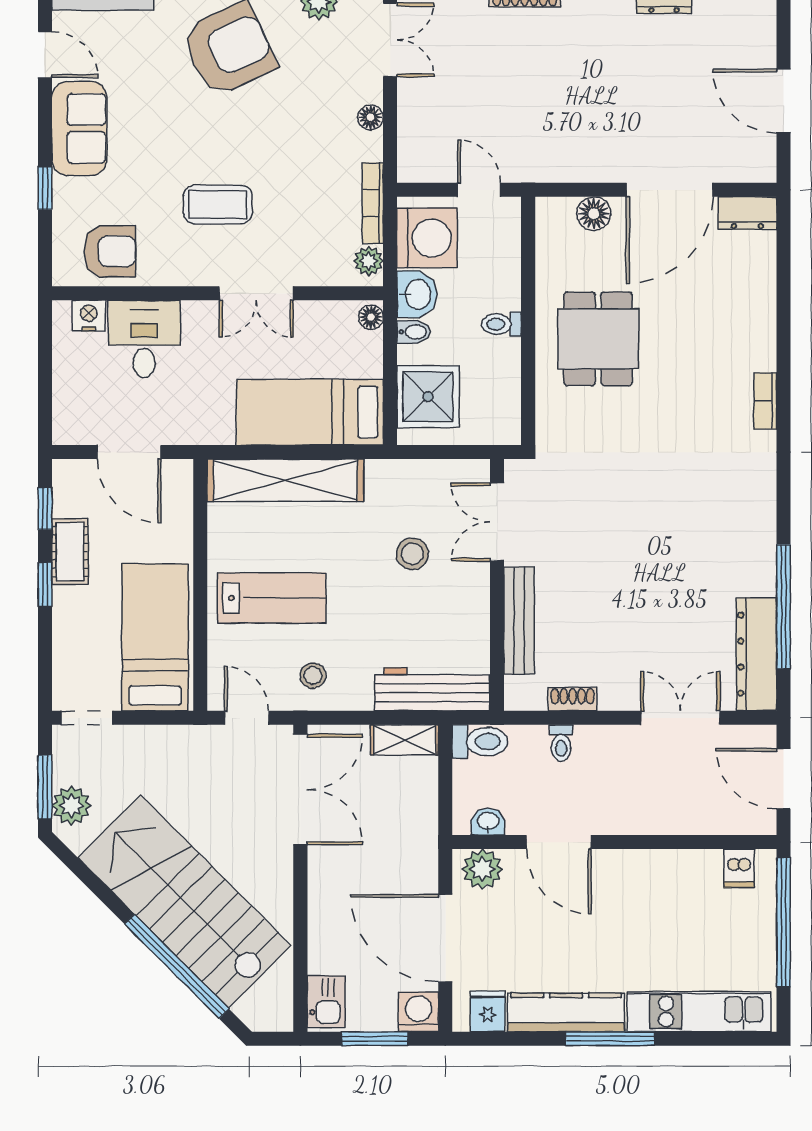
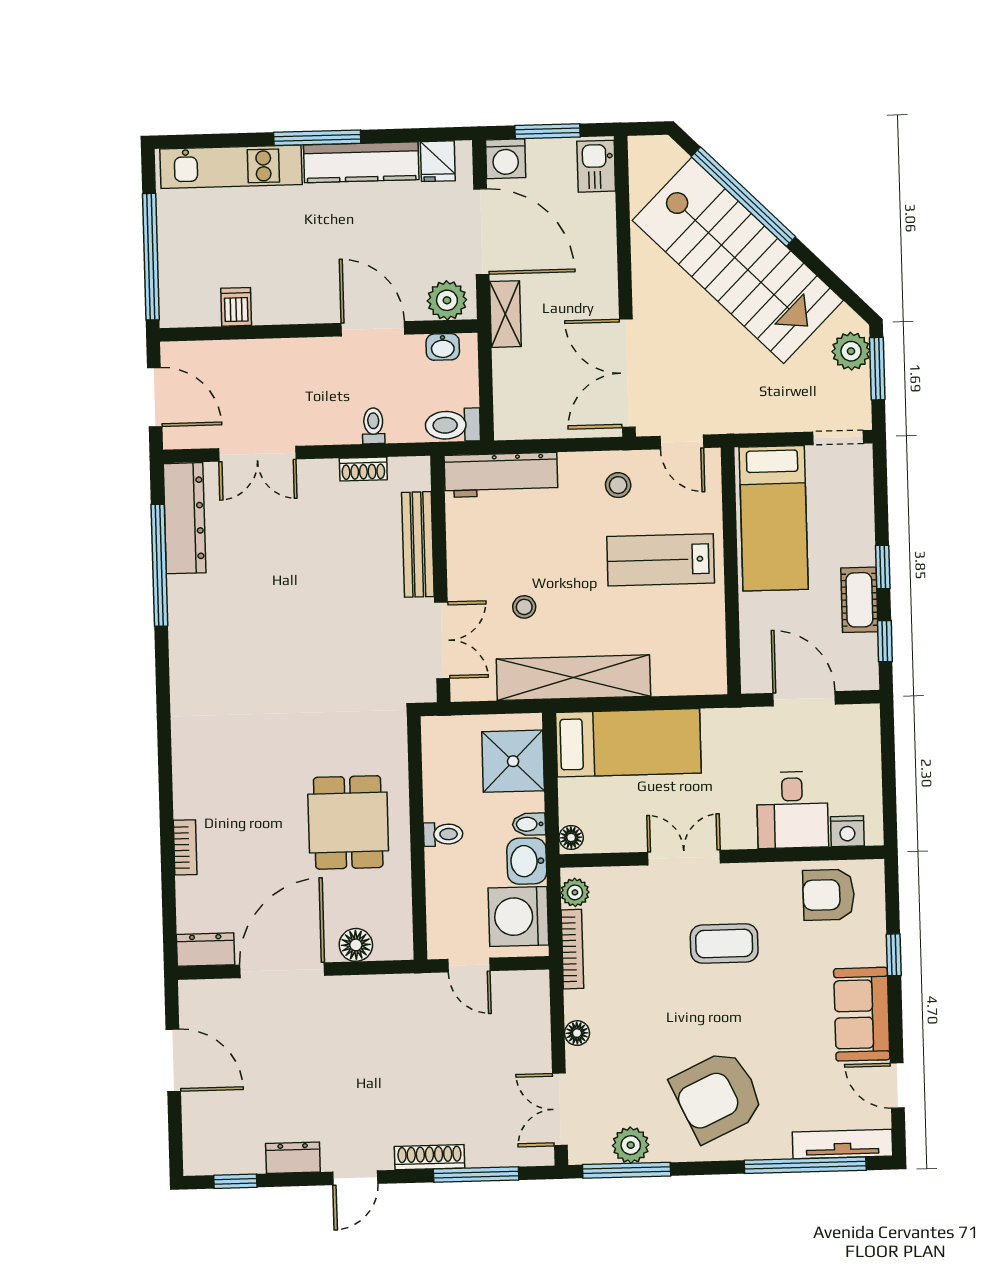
bookcase: (765, 401) -> (185, 847), moved
shelving: (285, 480) -> (573, 678), moved
stool: (412, 554) -> (524, 607), width x0.73, depth x0.73
shelving: (405, 740) -> (505, 314), moved, turned 90
dishwasher: (739, 868) -> (236, 307), moved

